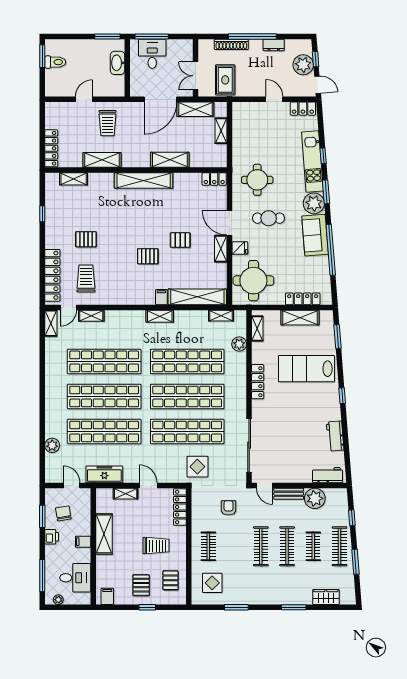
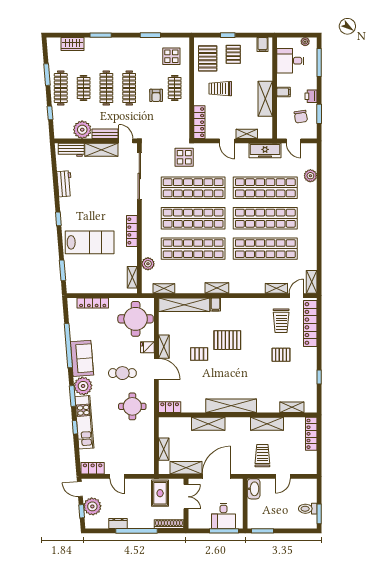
shoe rack: (231, 44) -> (169, 524), moved
washbasin: (118, 63) -> (254, 489), moved
pallet: (148, 256) -> (227, 340), width x1.50, depth x1.42
shelving: (300, 318) -> (101, 150), moved
armchair: (228, 508) -> (156, 95), moved
pallet: (170, 580) -> (208, 58), width x1.50, depth x1.42

